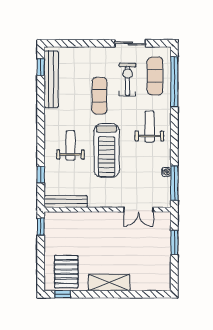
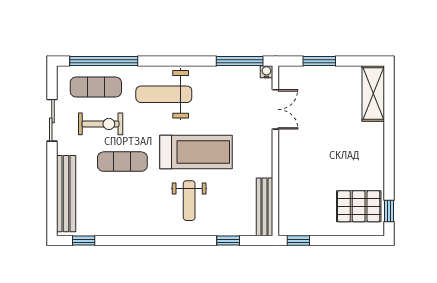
bench: (51, 79) -> (66, 194), moved, turned 90
exercise bike: (127, 79) -> (101, 124), turned 180
weight bench: (150, 127) -> (164, 94), width x1.36, depth x1.33
weight bench: (70, 145) -> (189, 201), turned -90
water cooler: (166, 172) -> (266, 72), moved
shelving: (109, 283) -> (373, 93), moved

